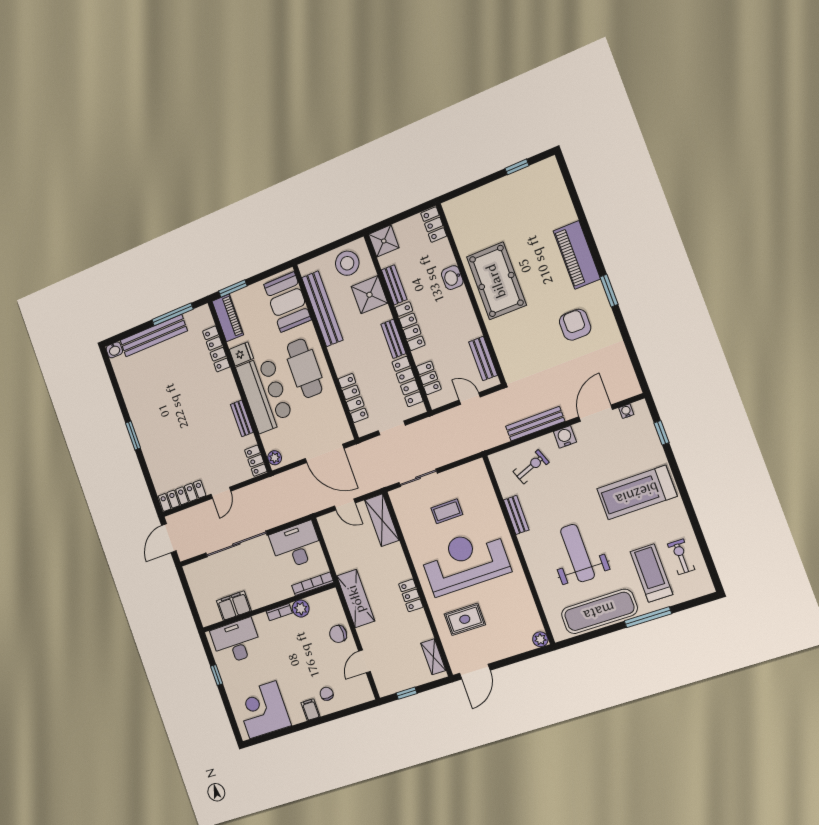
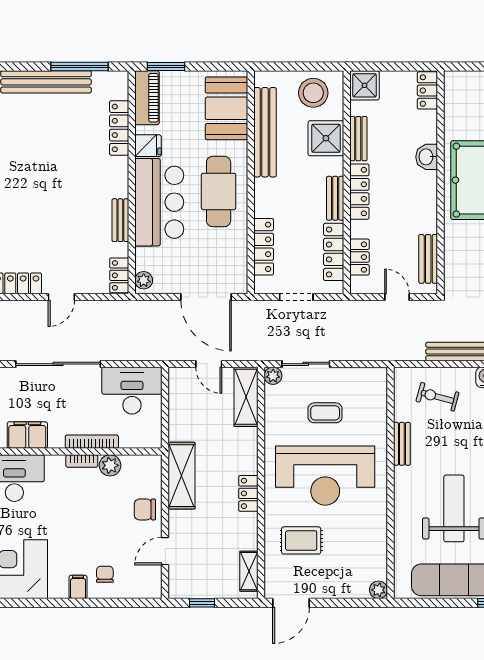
exercise bike: (531, 467) -> (437, 397), turned -144
plant: (396, 496) -> (273, 376), added
reception desk: (465, 561) -> (325, 476), turned 180
bookcase: (313, 584) -> (92, 442), moved

